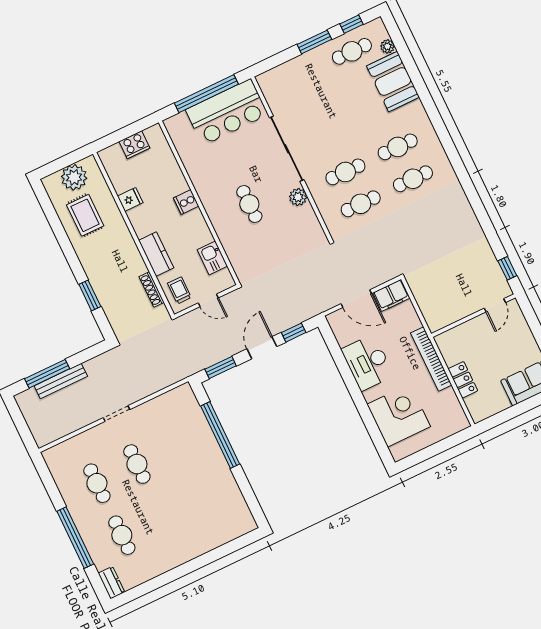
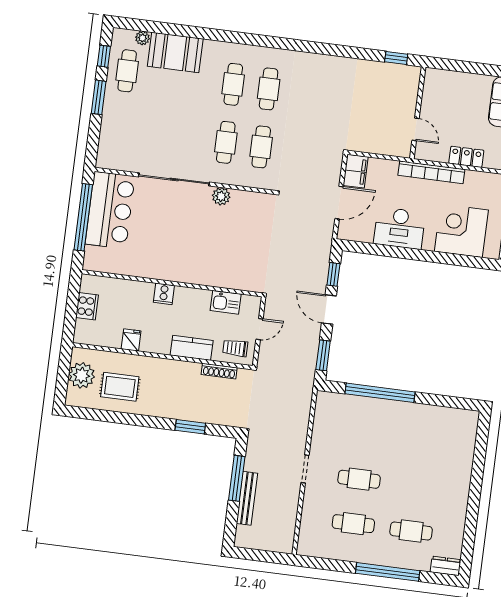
cafe table: (249, 204) -> (200, 241), removed
door: (495, 305) -> (416, 129), moved
window: (47, 374) -> (237, 478), moved

